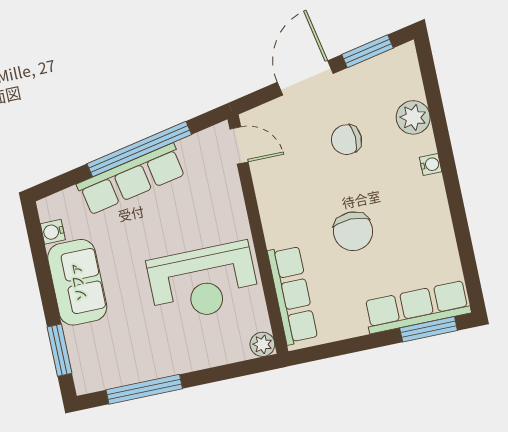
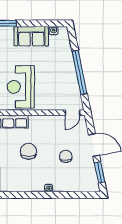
plant: (413, 117) -> (69, 185), removed
row of seats: (131, 179) -> (68, 67), removed
chair: (353, 231) -> (28, 151), turned 90

